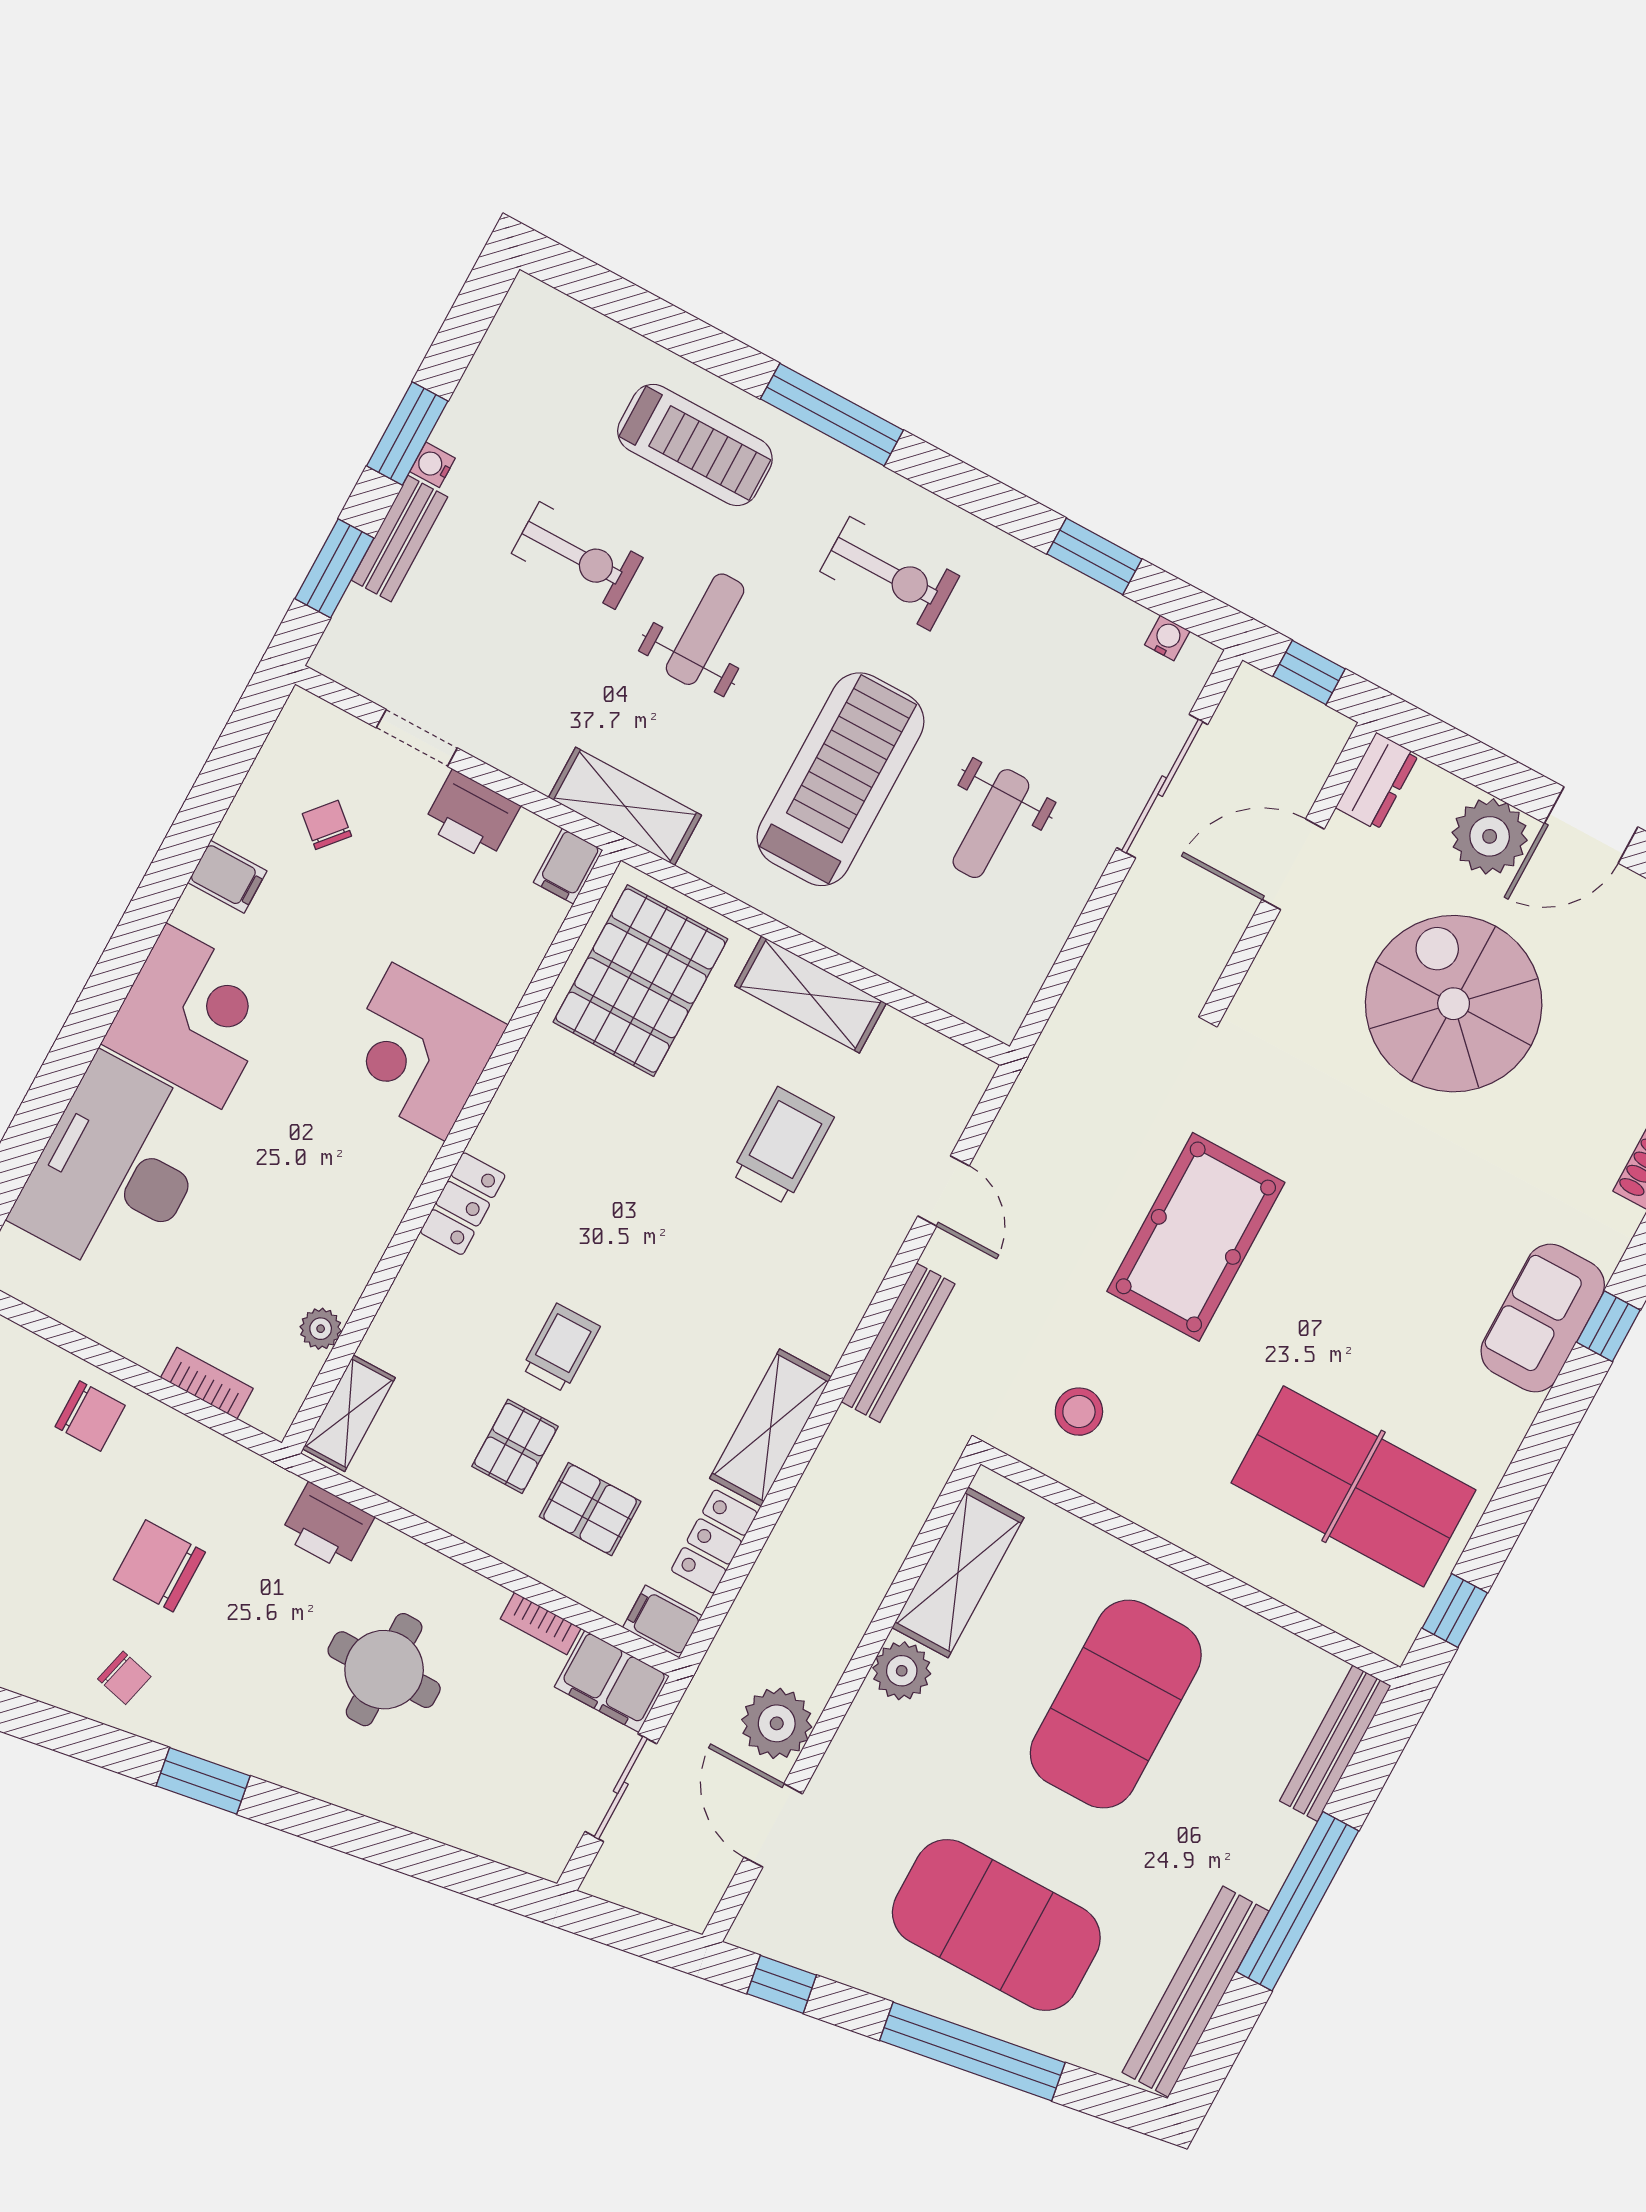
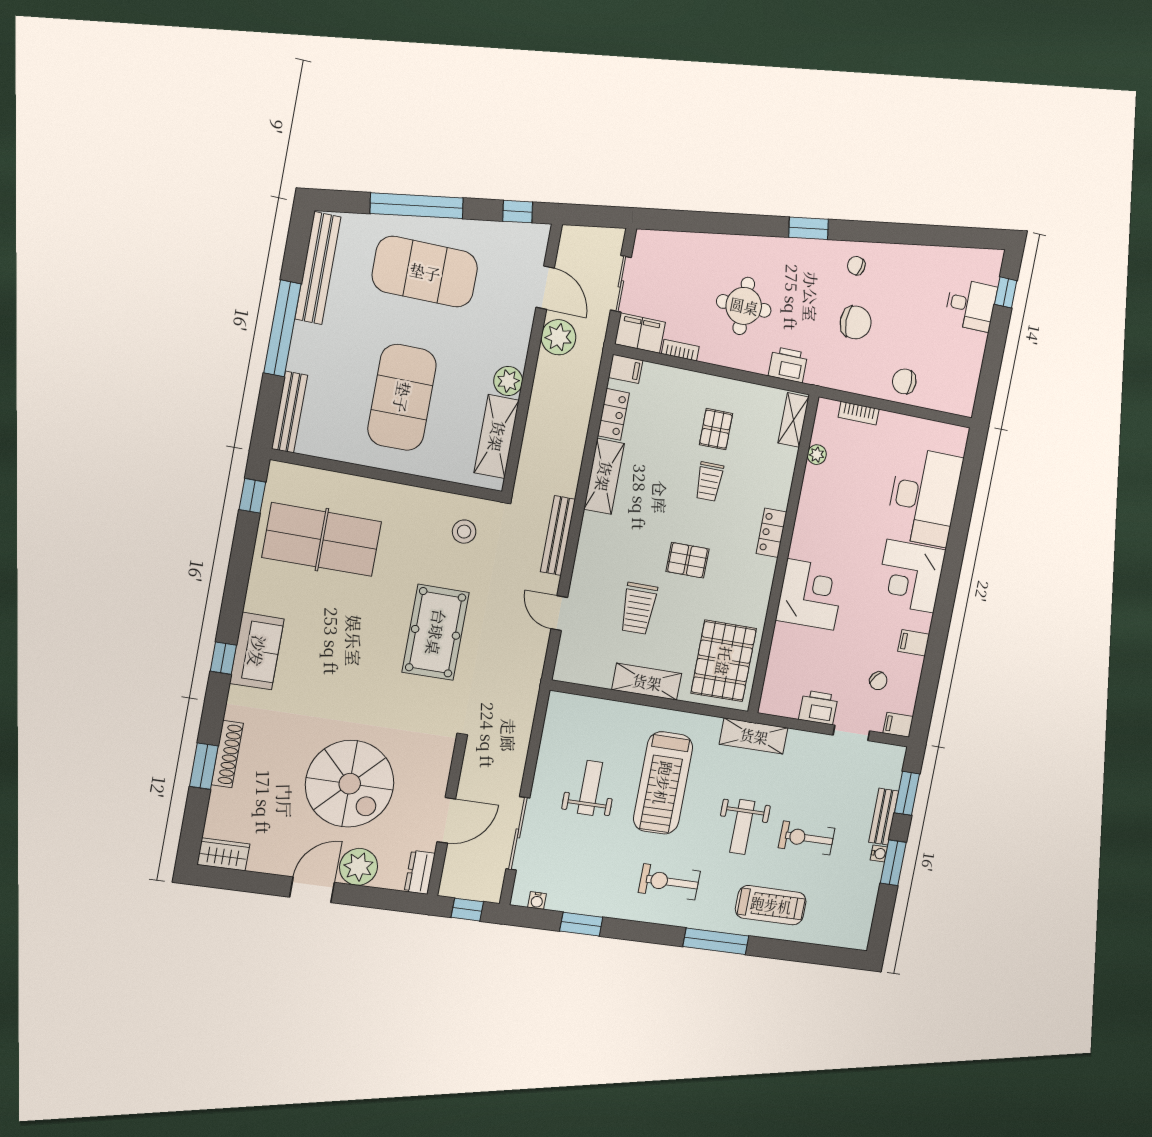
treadmill: (695, 445) -> (771, 905), turned 180
filing cabinet: (568, 866) -> (898, 725), moved, turned -90
pallet: (590, 1509) -> (688, 560), moved

